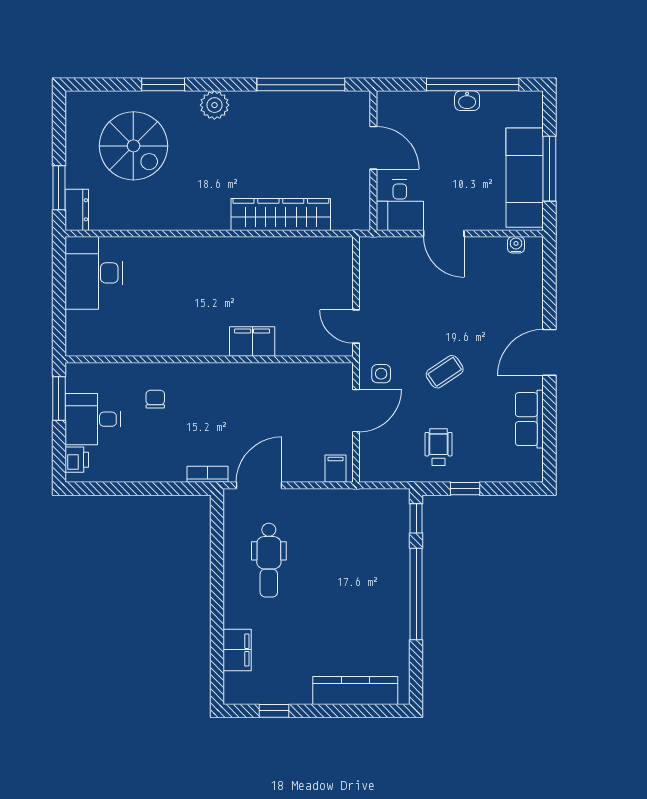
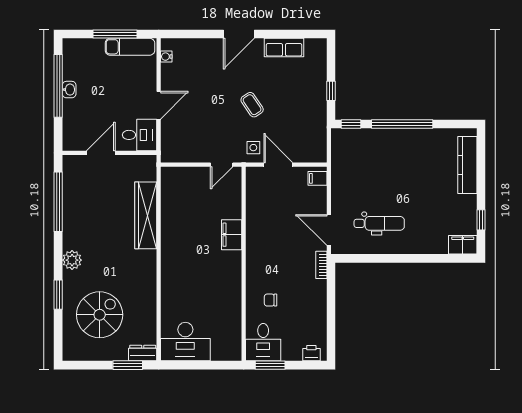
exam couch: (525, 178) -> (130, 47), width x0.73, depth x0.69
door: (549, 352) -> (239, 34), hinge flipped
desk: (93, 419) -> (263, 342), moved
wheelchair: (439, 447) -> (303, 109), removed
filing cabinet: (237, 650) -> (463, 245), moved

